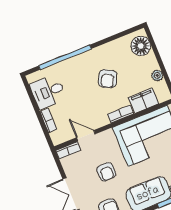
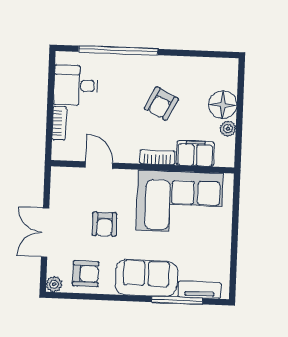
floor lamp: (141, 46) -> (223, 105), moved
bookcase: (68, 150) -> (67, 174), removed

